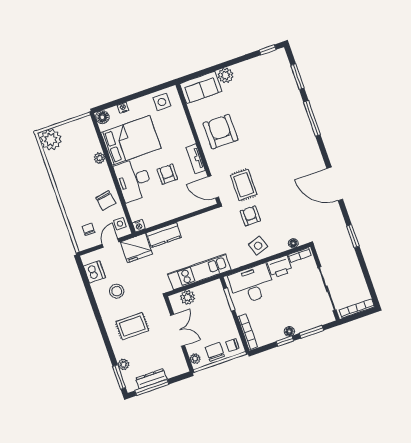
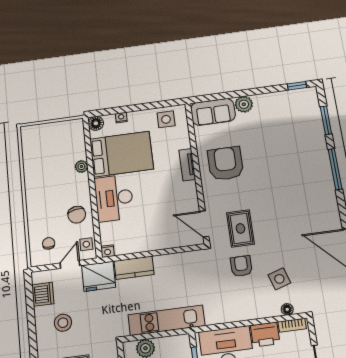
plant: (51, 140) -> (33, 136), removed
tv unit: (196, 159) -> (187, 165), moved
armchair: (167, 174) -> (154, 199), removed
side table: (258, 246) -> (279, 279), moved

